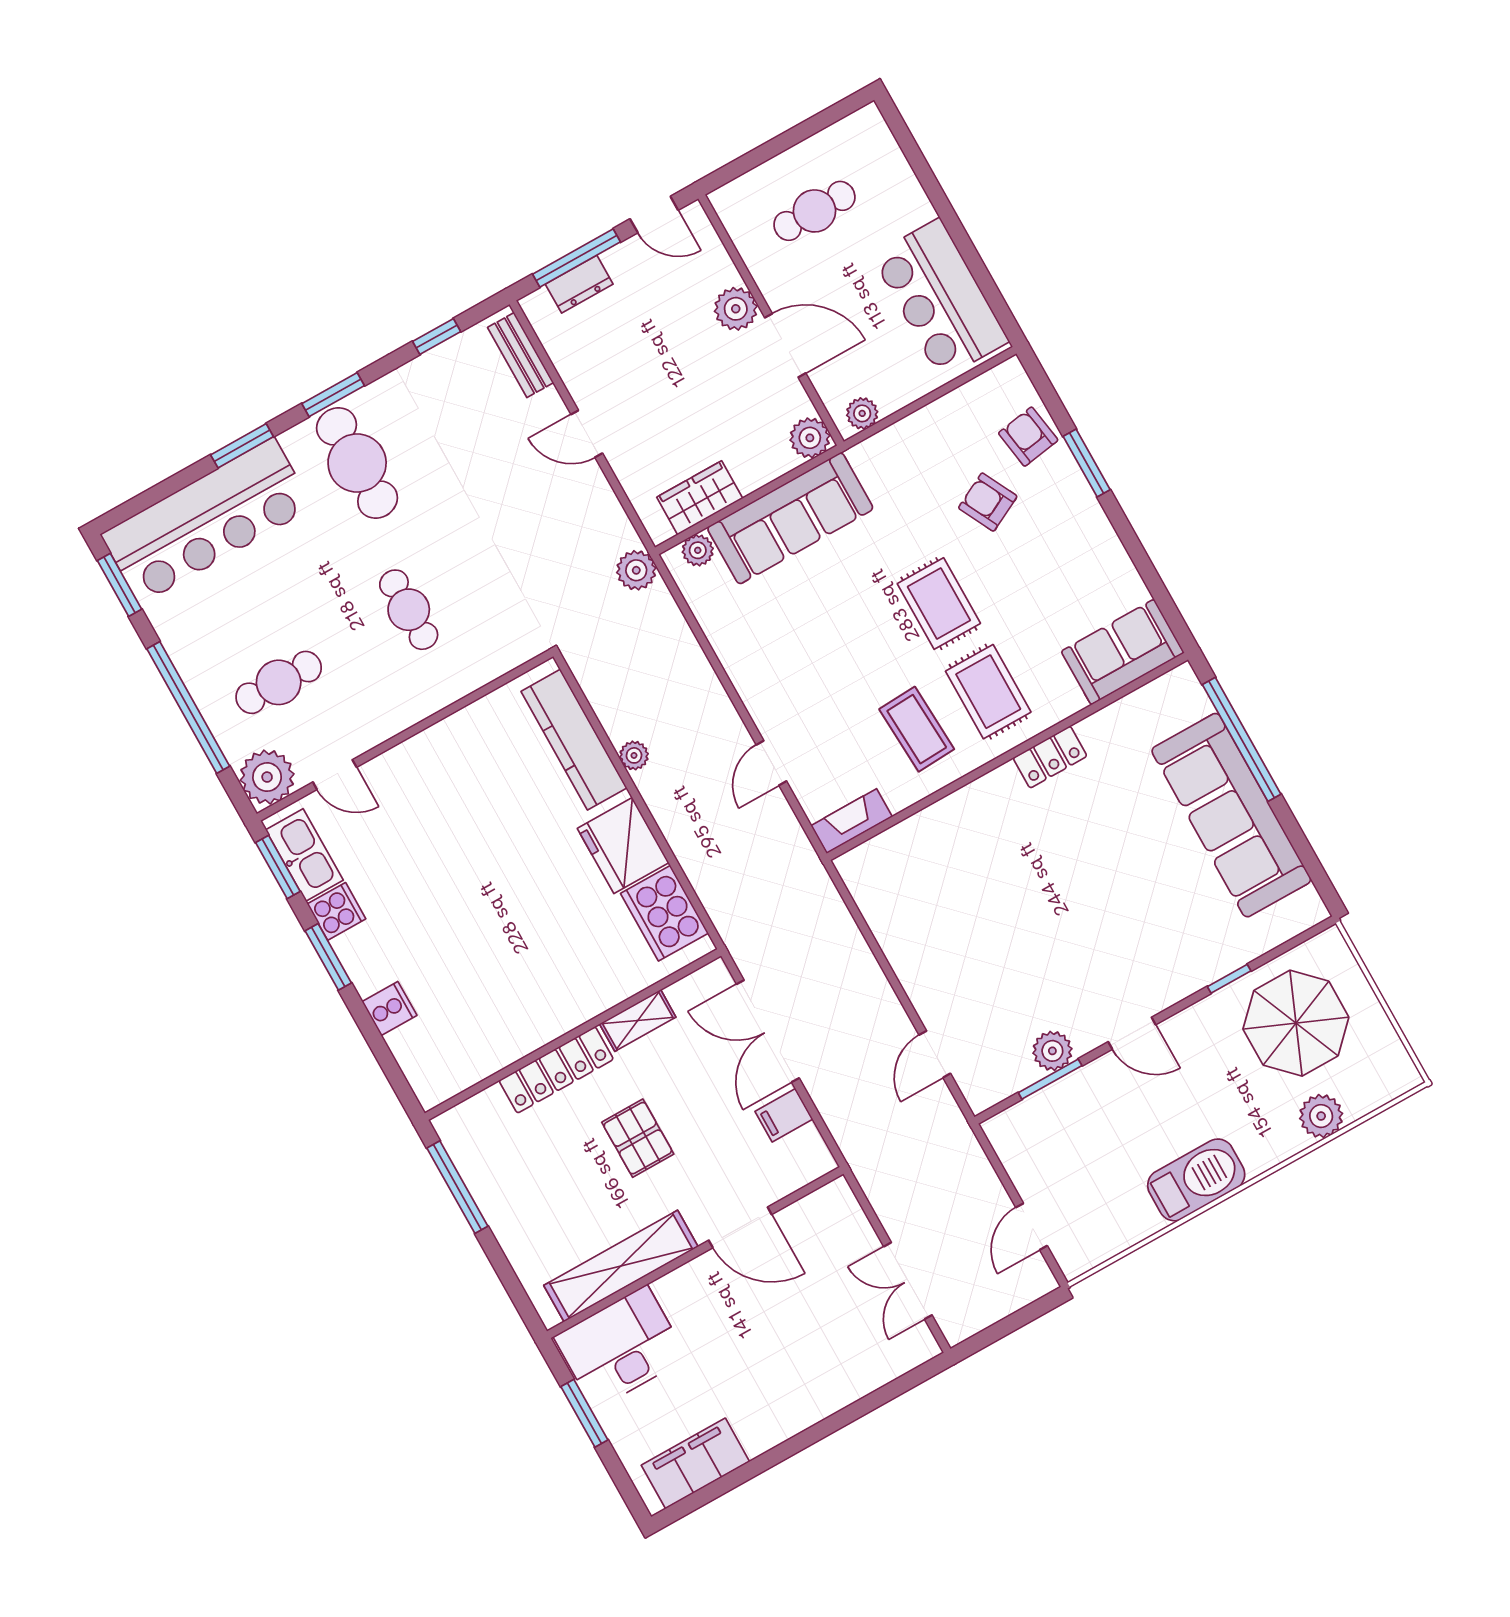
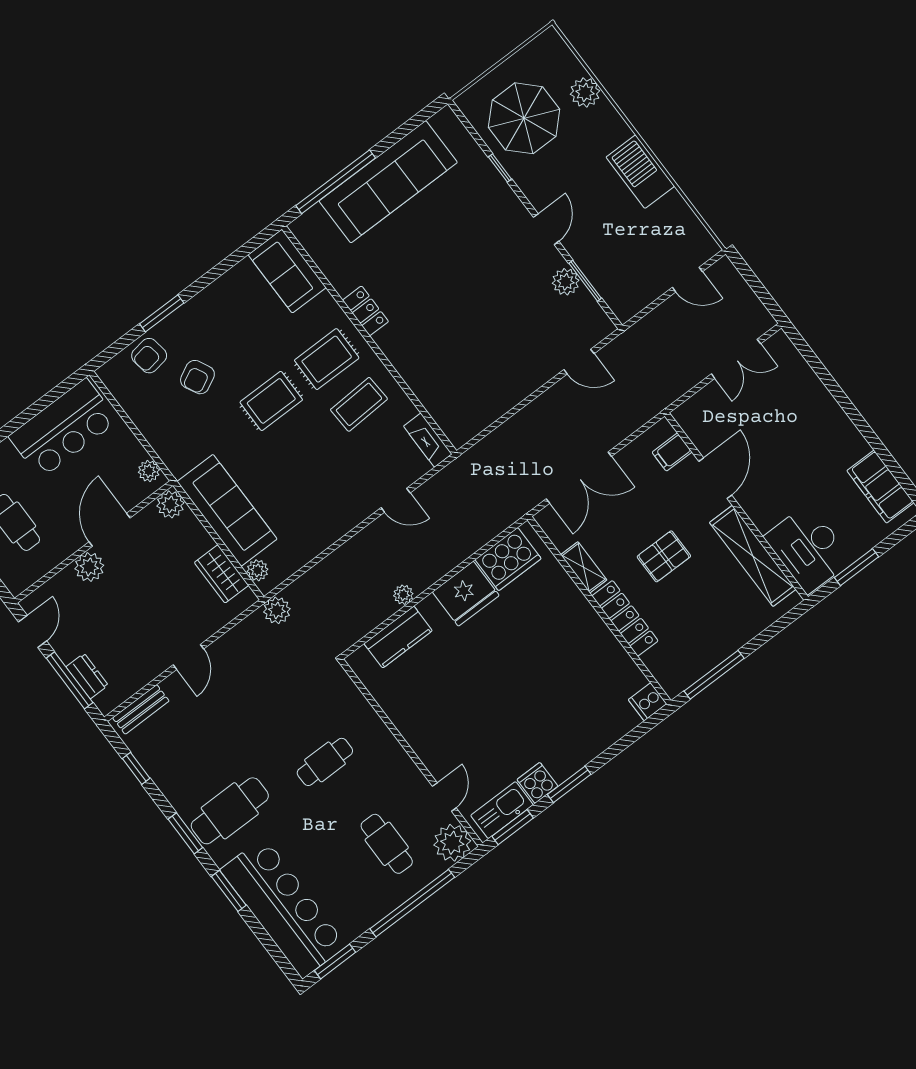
kitchen counter: (574, 740) -> (398, 637), width x0.67
cooker: (389, 1009) -> (648, 702), moved, turned -90
filing cabinet: (784, 1115) -> (672, 452), moved, turned 90

